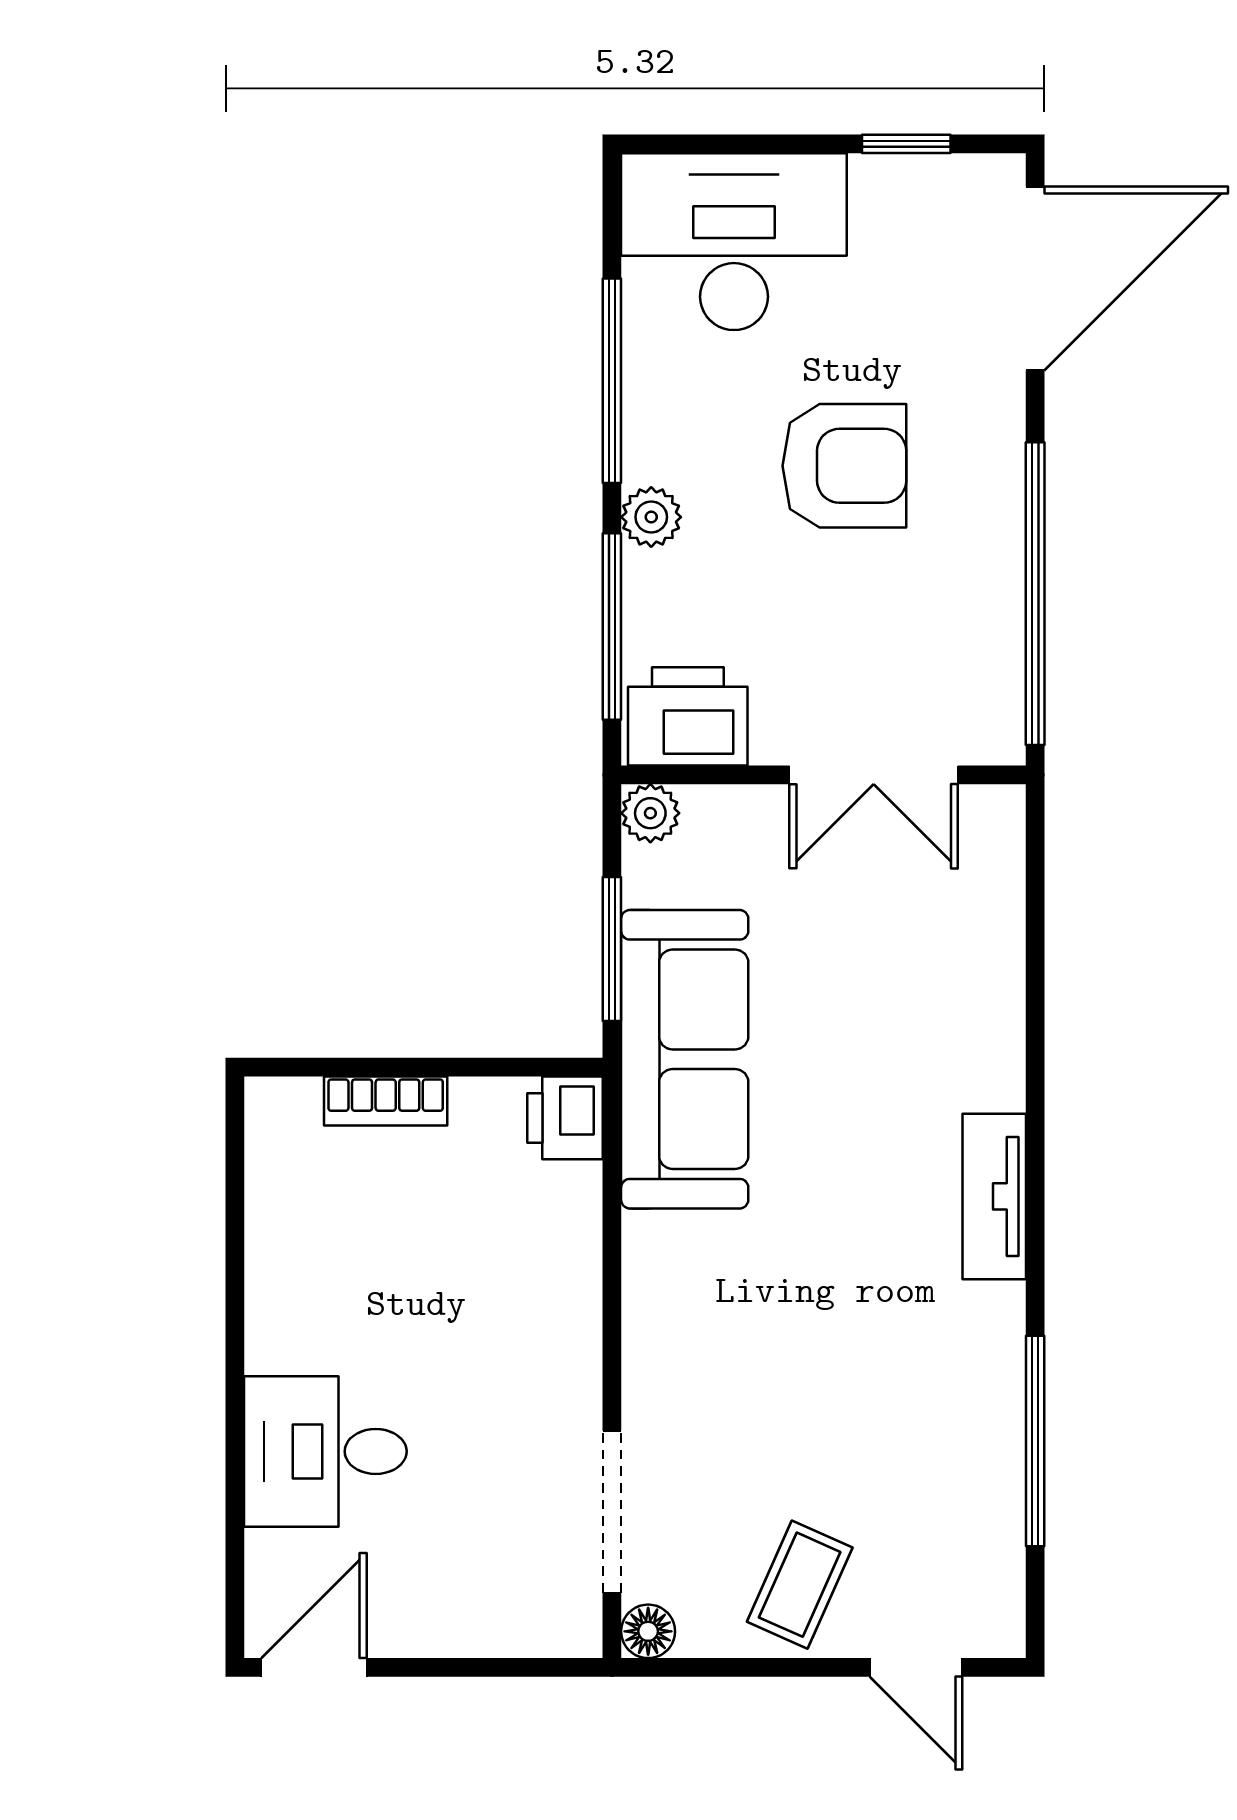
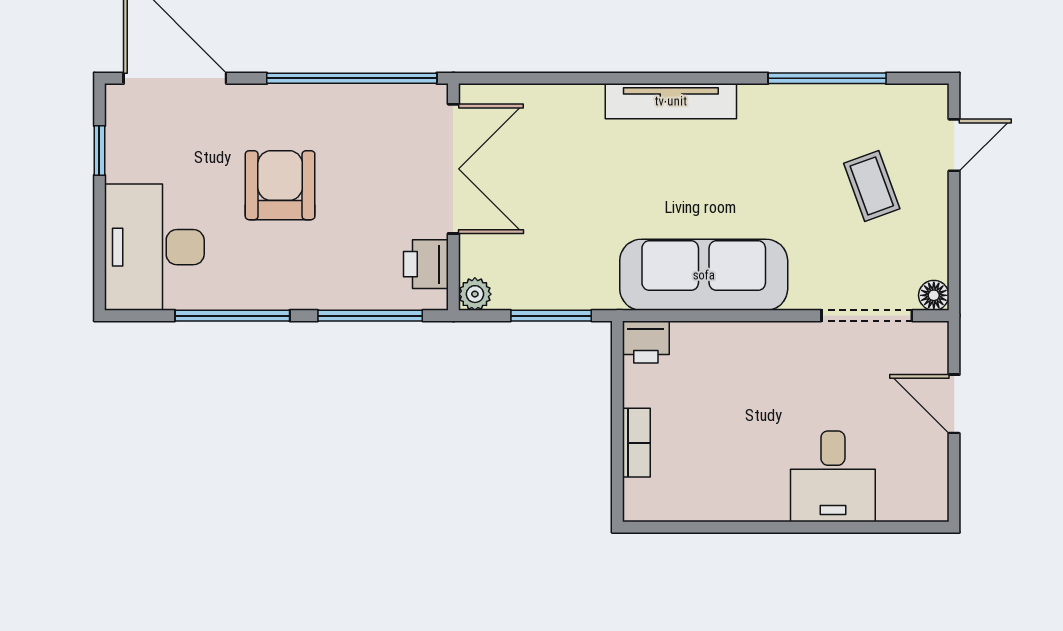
plant: (651, 517) -> (309, 294), removed
printer: (688, 716) -> (426, 264), width x0.73, depth x0.81
double door: (874, 775) -> (453, 169), width x1.37
sofa: (685, 1059) -> (704, 275), moved
tv unit: (994, 1196) -> (671, 101), width x1.41
coffee table: (800, 1585) -> (872, 186), moved, turned 46
door: (314, 1667) -> (954, 404), moved

